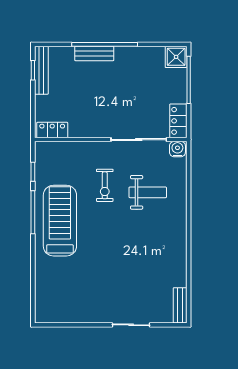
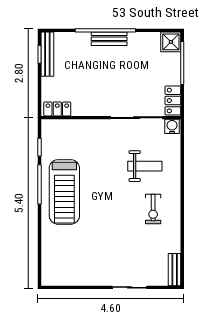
bench: (94, 53) -> (109, 39), moved
exercise bike: (105, 185) -> (153, 209), moved
treadmill: (60, 221) -> (64, 192), turned 180

